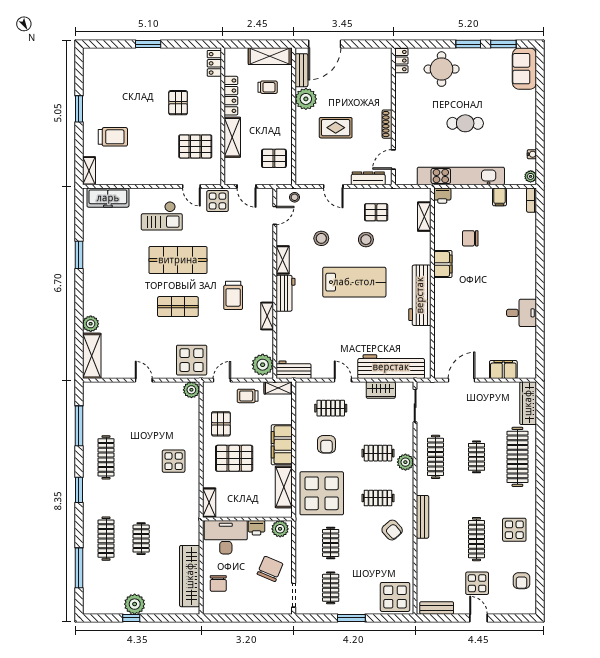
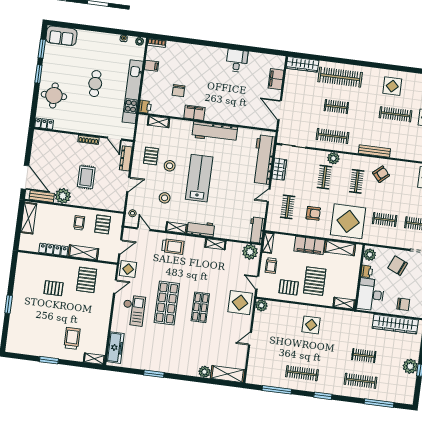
locker: (214, 63) -> (29, 258), removed
trolley: (268, 87) -> (79, 223), moved
trolley: (233, 295) -> (173, 247), moved

